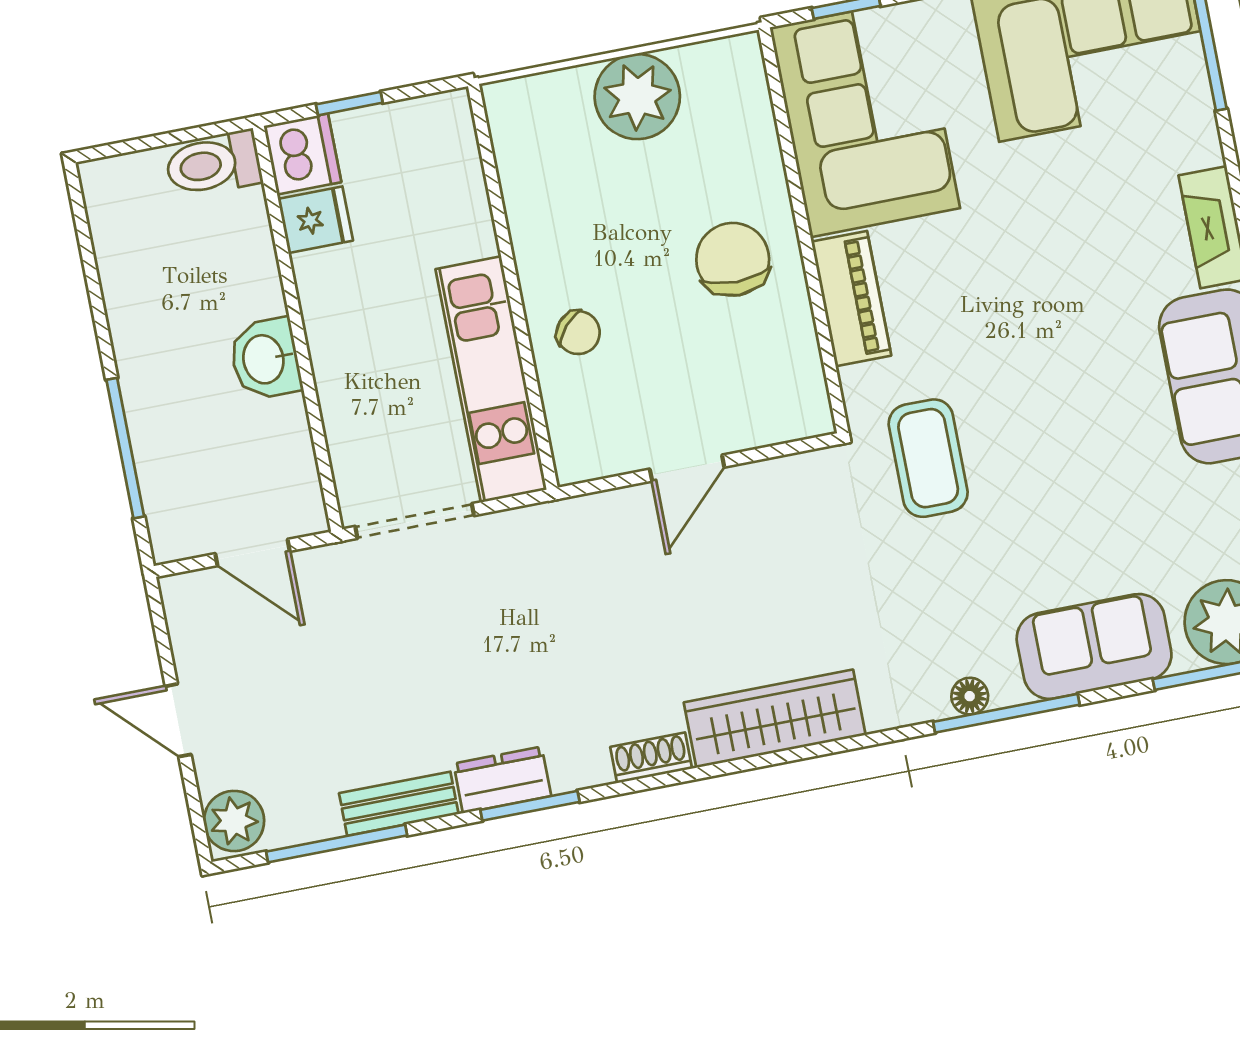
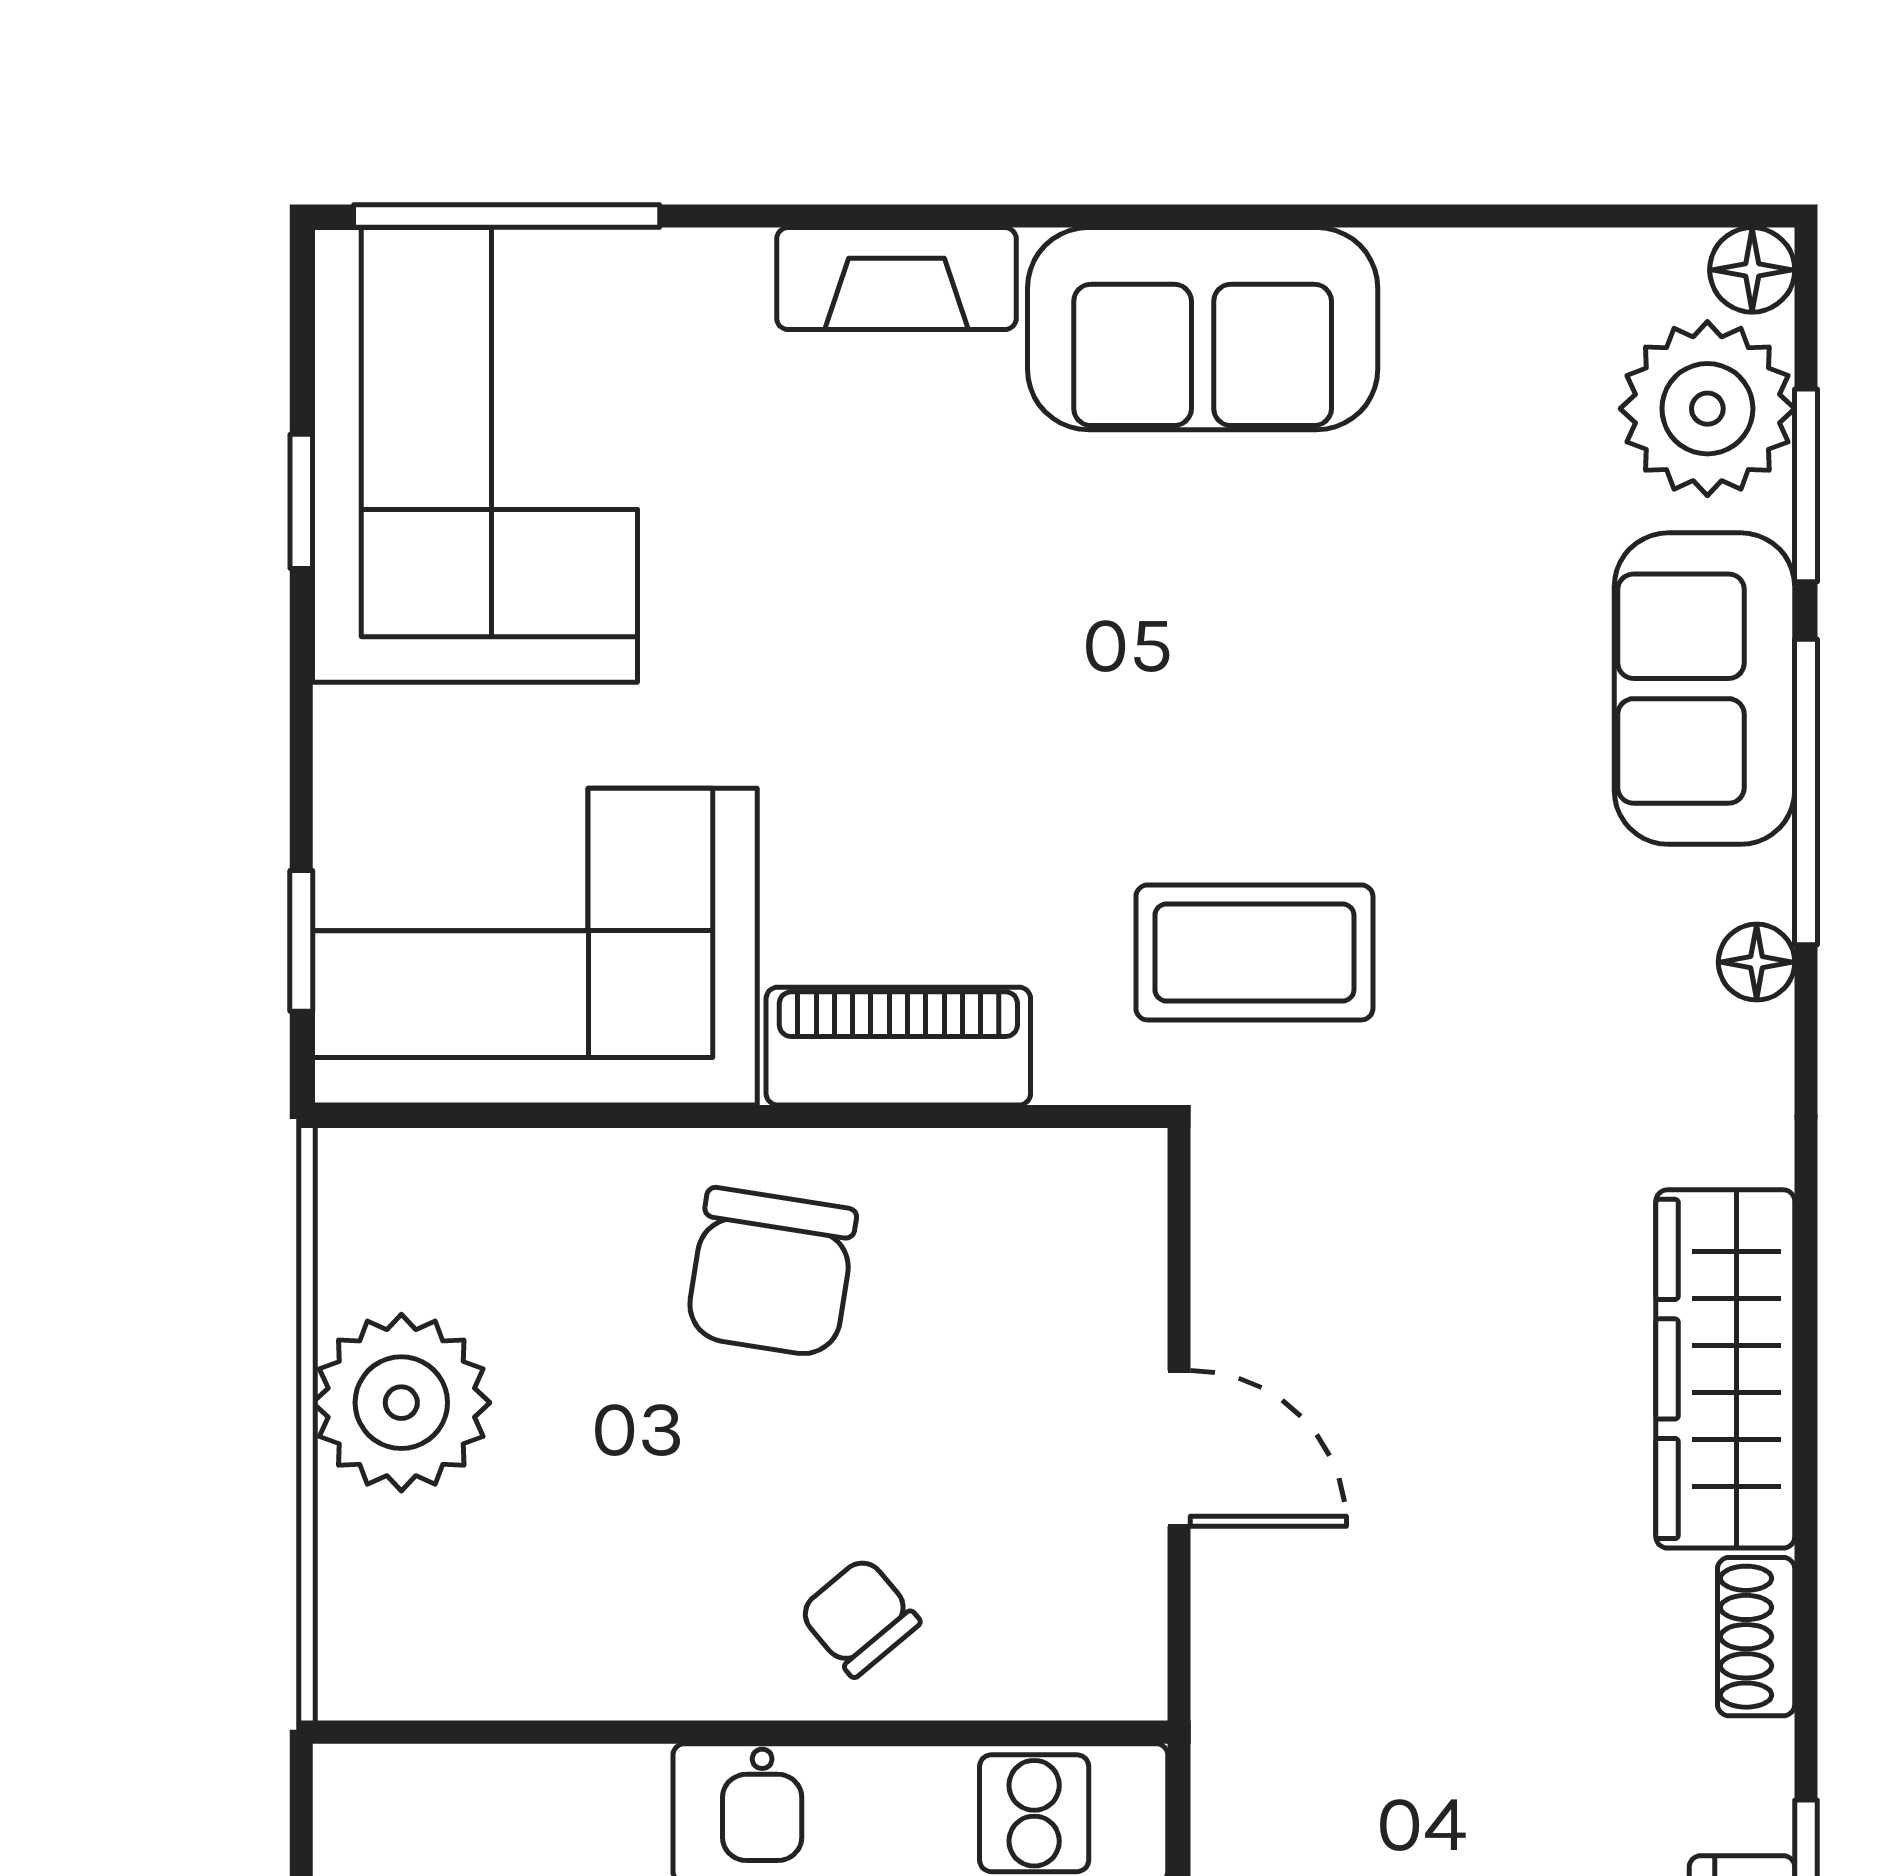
chair: (733, 259) -> (771, 1273), turned -81
chair: (578, 333) -> (859, 1617), turned -81
window: (1006, 713) -> (1806, 792), moved

